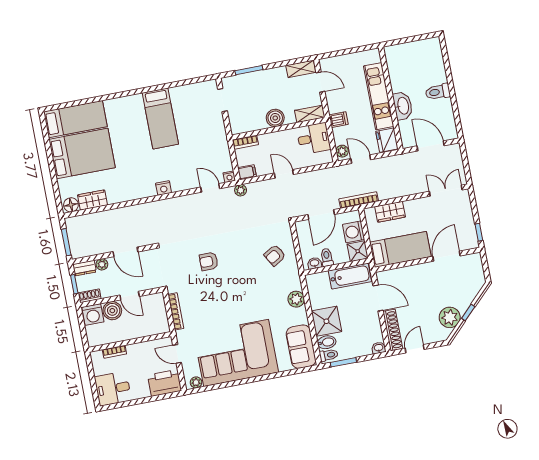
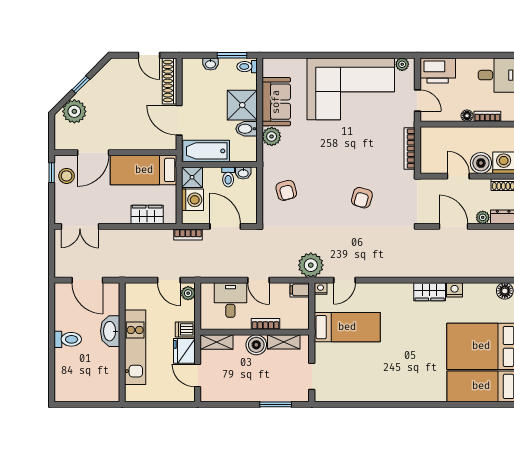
shelving: (301, 69) -> (284, 342), moved
bed: (160, 119) -> (347, 327), moved, turned 90
desk: (314, 138) -> (230, 300), moved, turned 90
fridge: (387, 140) -> (184, 351), moved, turned 180
bookcase: (245, 142) -> (266, 324), moved
nightstand: (164, 188) -> (455, 290), moved
door: (210, 188) -> (344, 280), hinge flipped
plant: (241, 190) -> (311, 265), width x1.88, depth x1.88
wardrobe: (93, 200) -> (430, 292), moved
bookcase: (359, 200) -> (188, 235), width x0.64
door: (321, 214) -> (225, 226), hinge flipped
stool: (465, 232) -> (67, 176), added
armchair: (275, 255) -> (286, 190), turned 106
armchair: (209, 261) -> (362, 198), turned 106
plant: (450, 317) -> (74, 111), moved
bidet: (327, 342) -> (247, 129), moved
sofa: (301, 347) -> (276, 102), moved
washbasin: (379, 348) -> (210, 64), moved
floor lamp: (132, 349) -> (467, 116), added
door: (415, 349) -> (149, 55), hinge flipped

